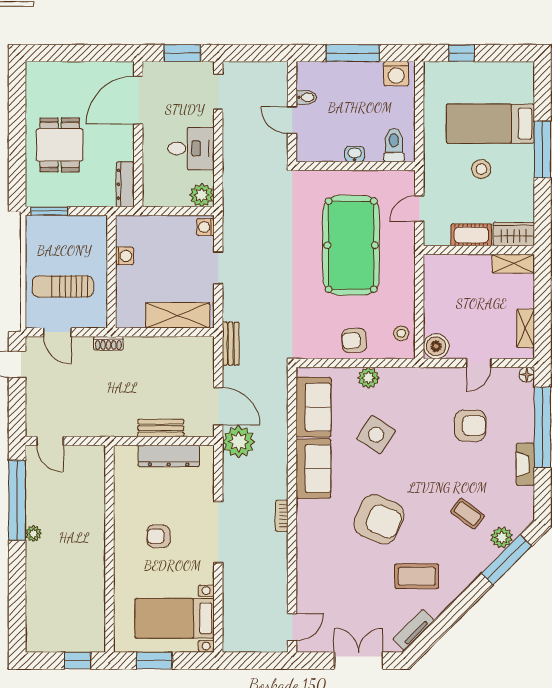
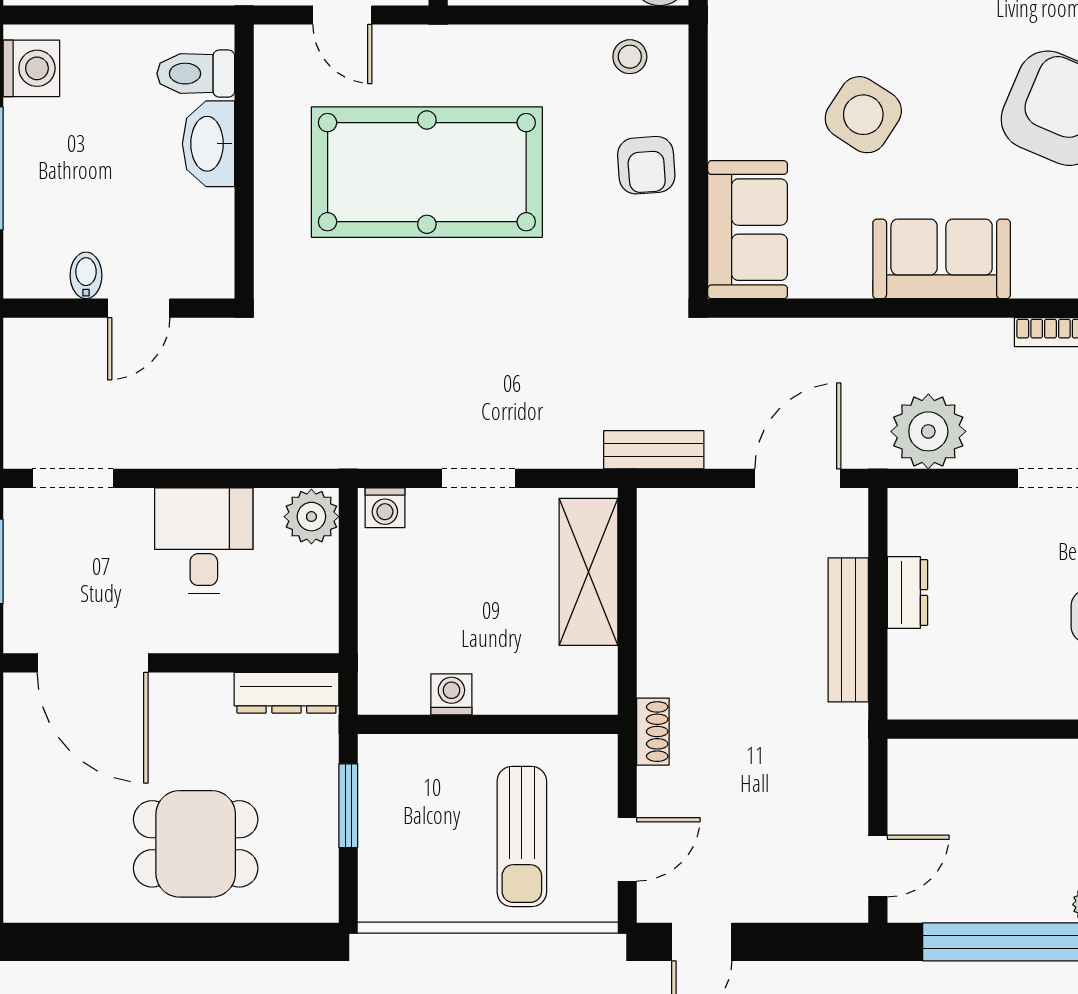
washbasin: (355, 154) -> (209, 144), width x1.91, depth x1.45
window: (49, 211) -> (348, 806), moved
plant: (368, 378) -> (732, 132), removed
sofa: (314, 407) -> (748, 230), moved, turned 90
bench: (161, 428) -> (848, 630), width x1.36
plant: (239, 442) -> (928, 431), moved
dresser: (169, 456) -> (907, 593), width x0.51, depth x0.80

